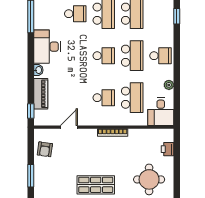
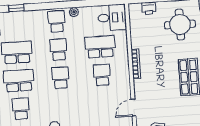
school desk: (132, 56) -> (58, 50), width x0.54
plant: (169, 85) -> (74, 12), moved
door: (69, 127) -> (134, 108), hinge flipped

